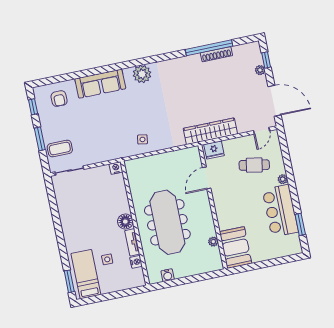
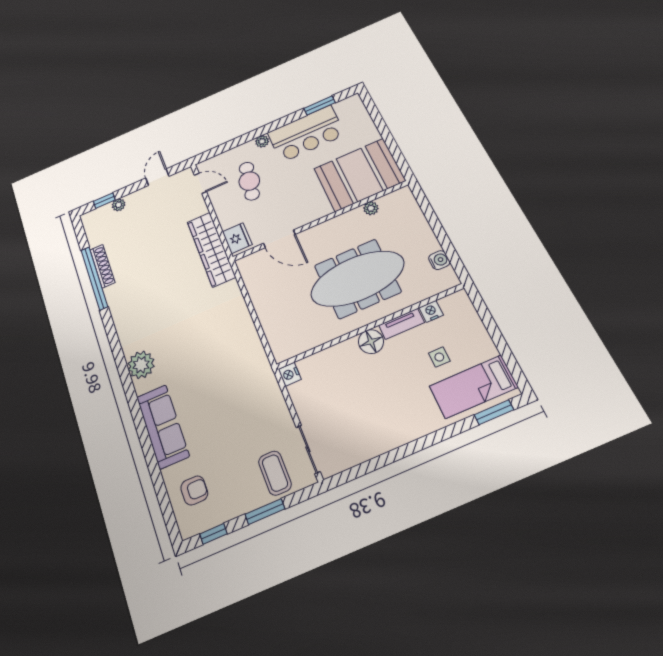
door: (275, 101) -> (157, 177), width x0.53
side table: (142, 139) -> (239, 343), removed
booth: (236, 248) -> (359, 175), width x1.36, depth x1.42

